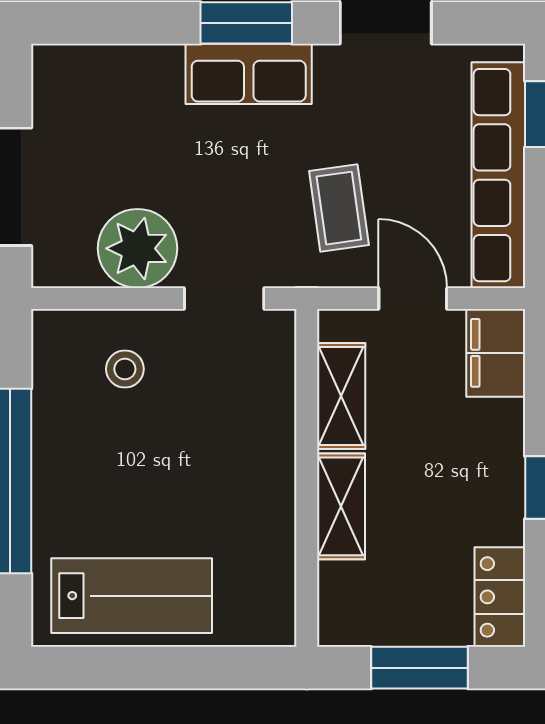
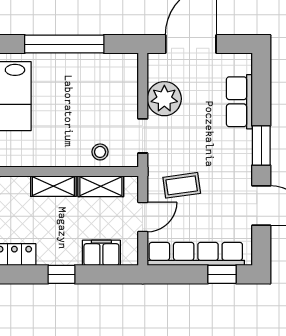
row of seats: (249, 74) -> (239, 102), moved
filing cabinet: (496, 353) -> (101, 253), moved
stool: (125, 369) -> (100, 152), moved

